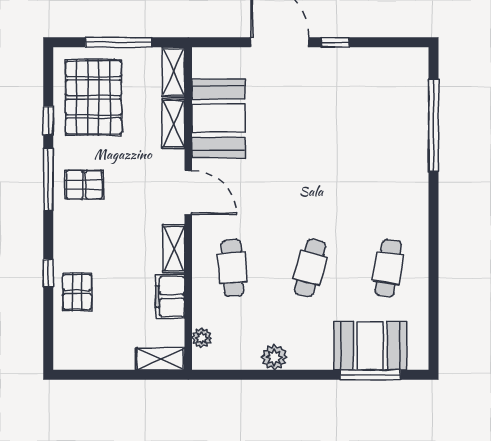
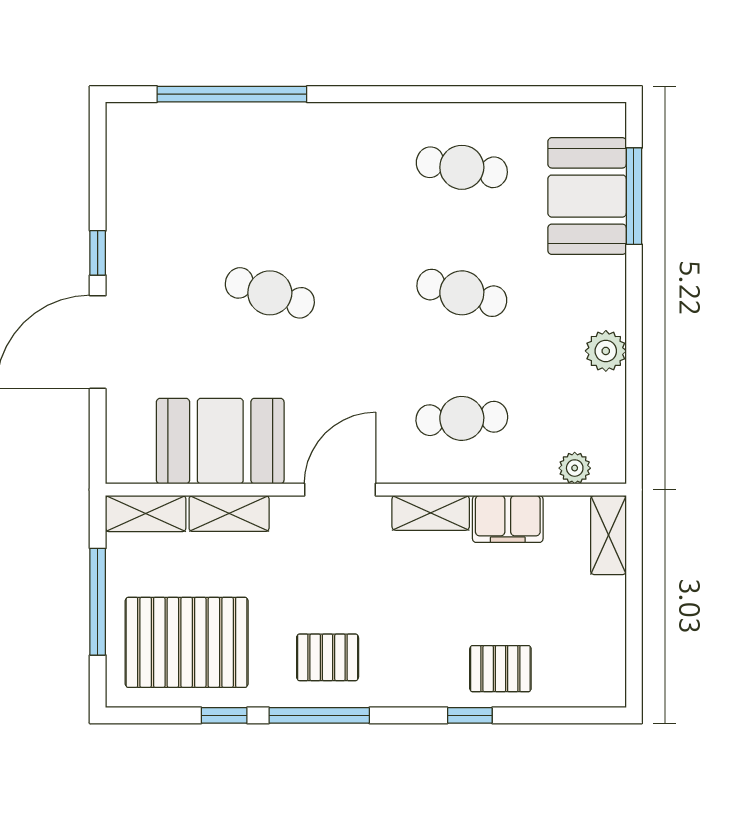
cafe table: (310, 149) -> (270, 293), added
pallet: (84, 185) -> (328, 657), turned 90

